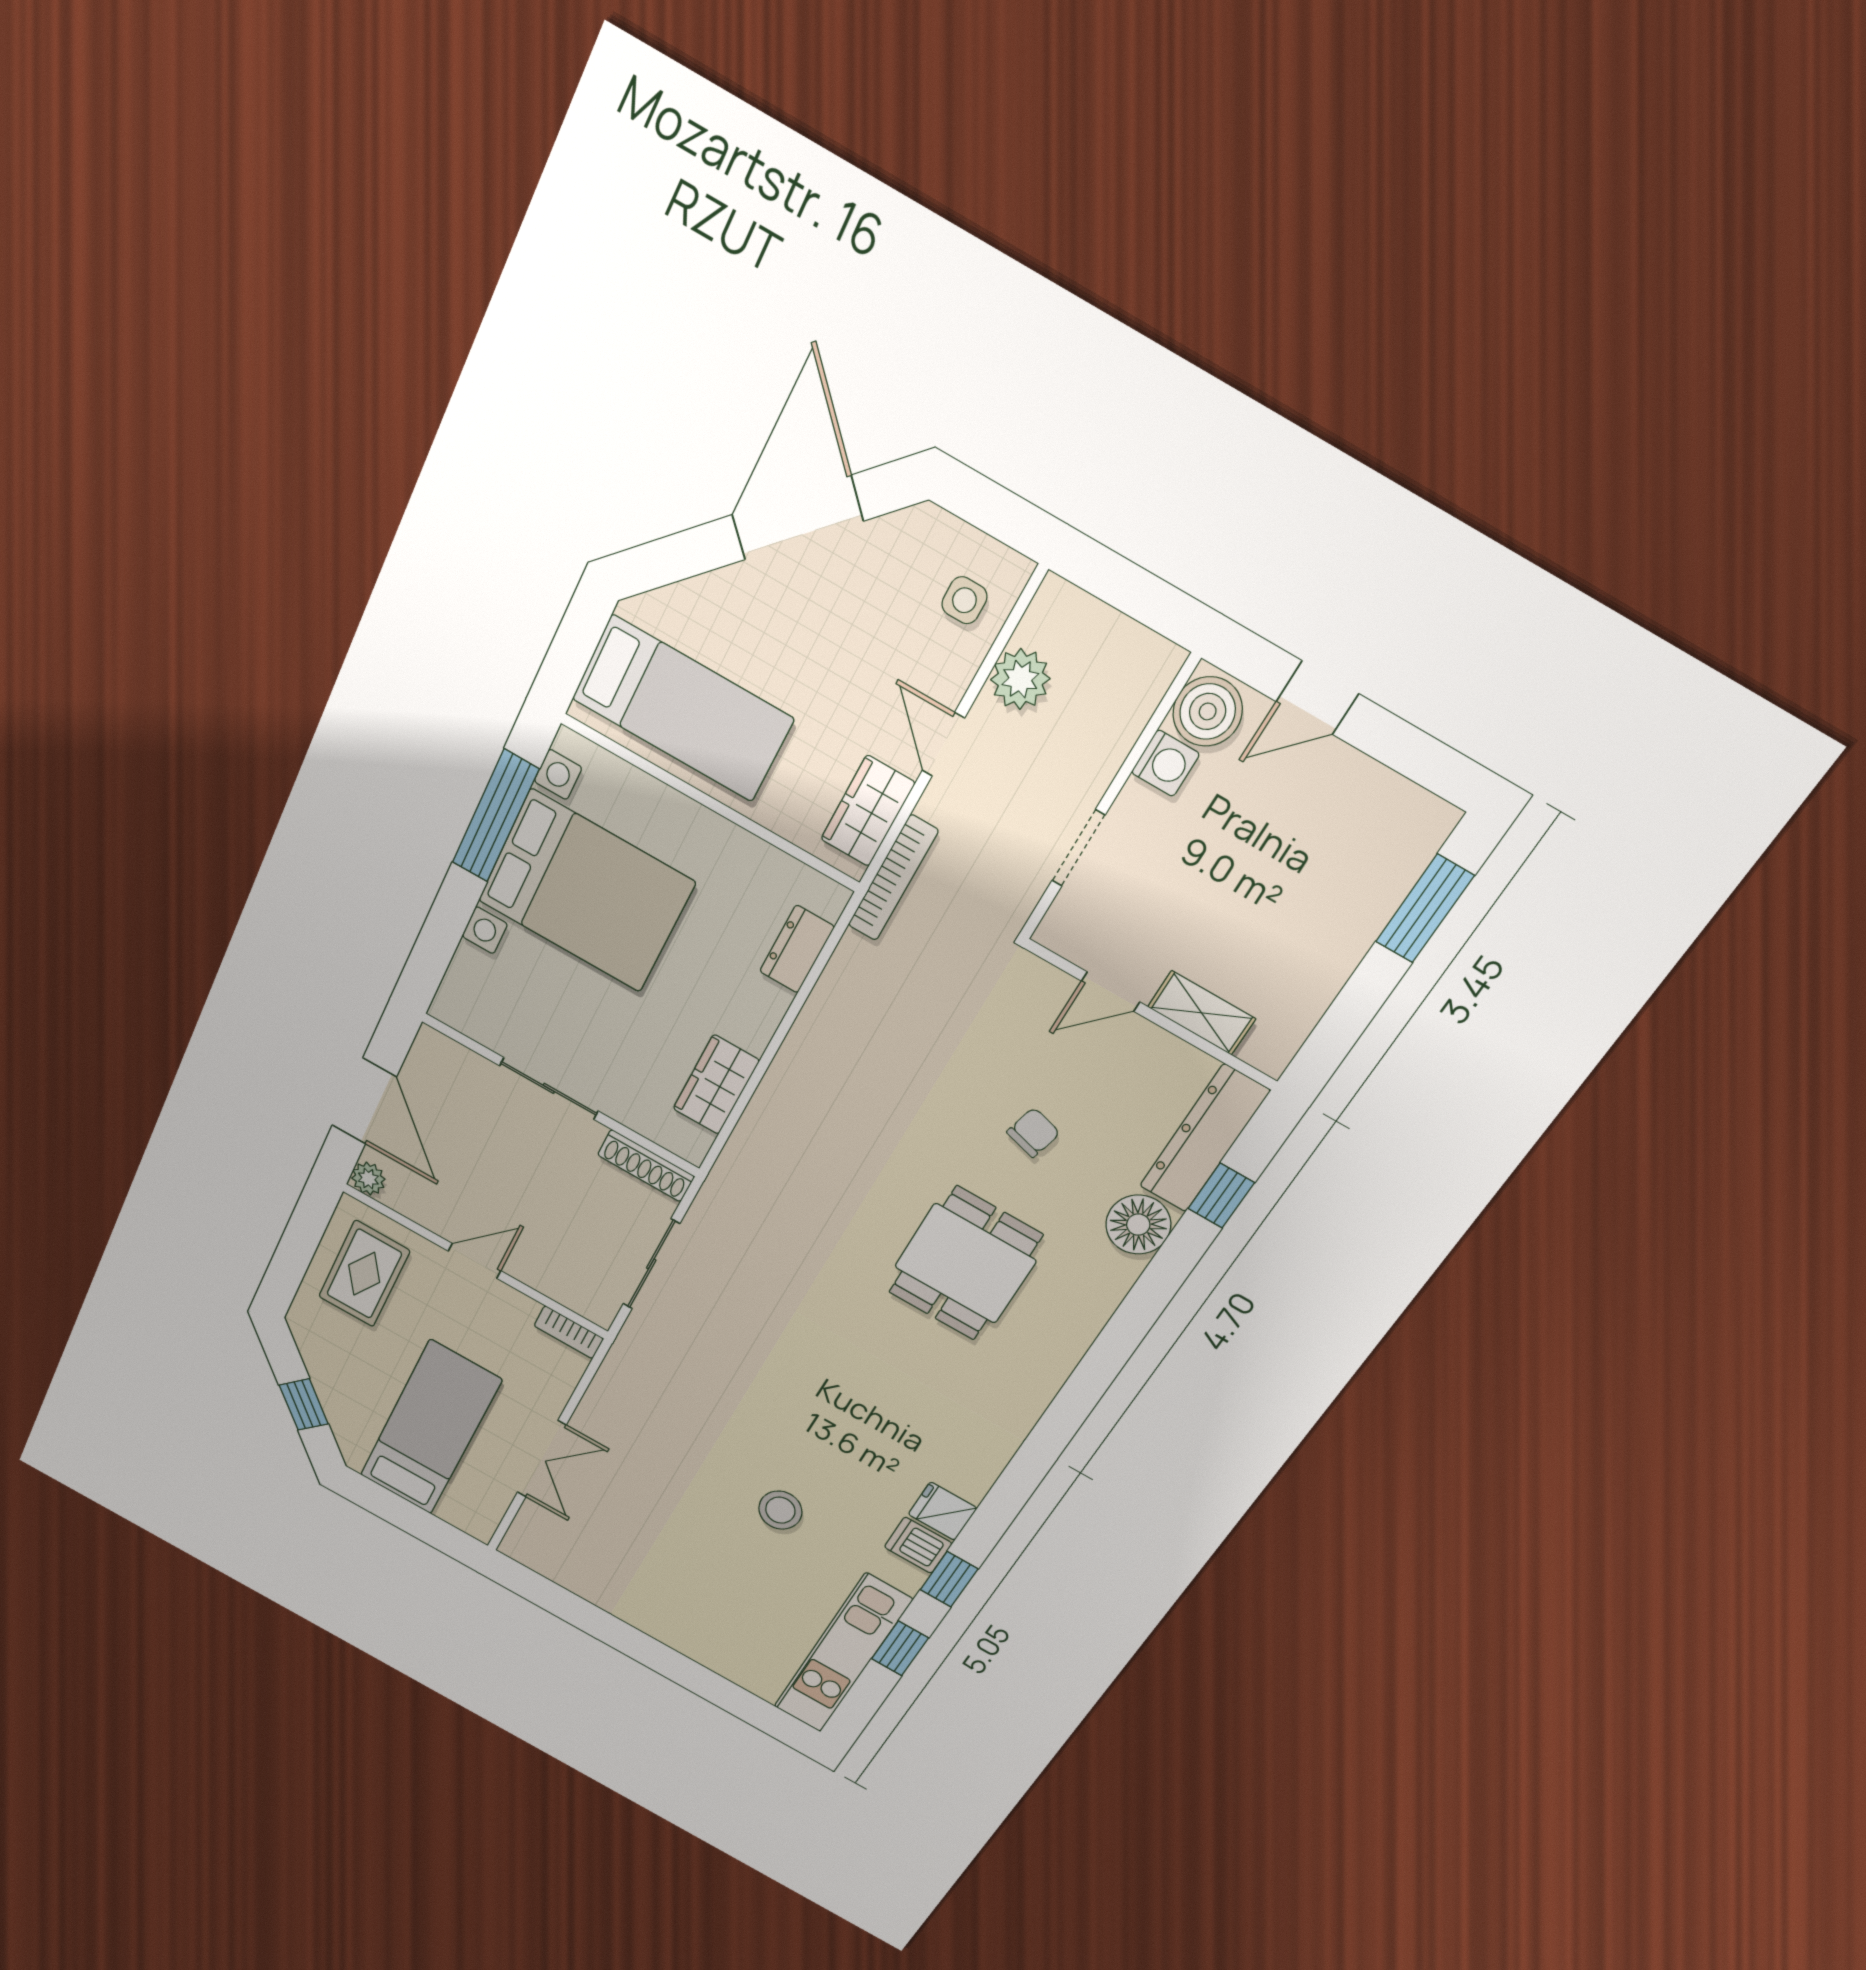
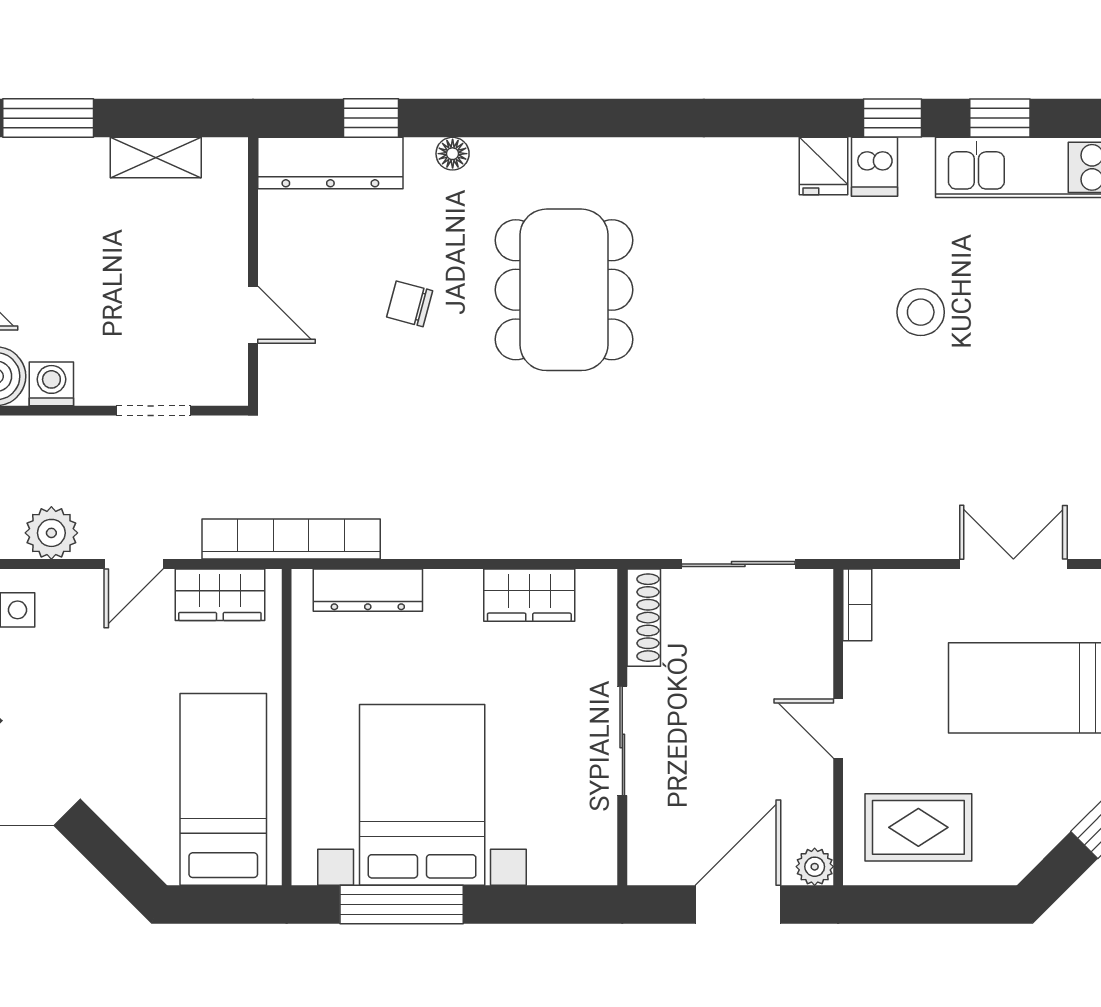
bookcase: (893, 878) -> (291, 539), width x1.48, depth x1.31
dresser: (797, 949) -> (368, 590), width x1.44
shelving: (1202, 1013) -> (156, 158), moved, turned 90
floor lamp: (1138, 1225) -> (453, 154), width x0.53, depth x0.53
dining table: (965, 1264) -> (564, 290), width x1.37

